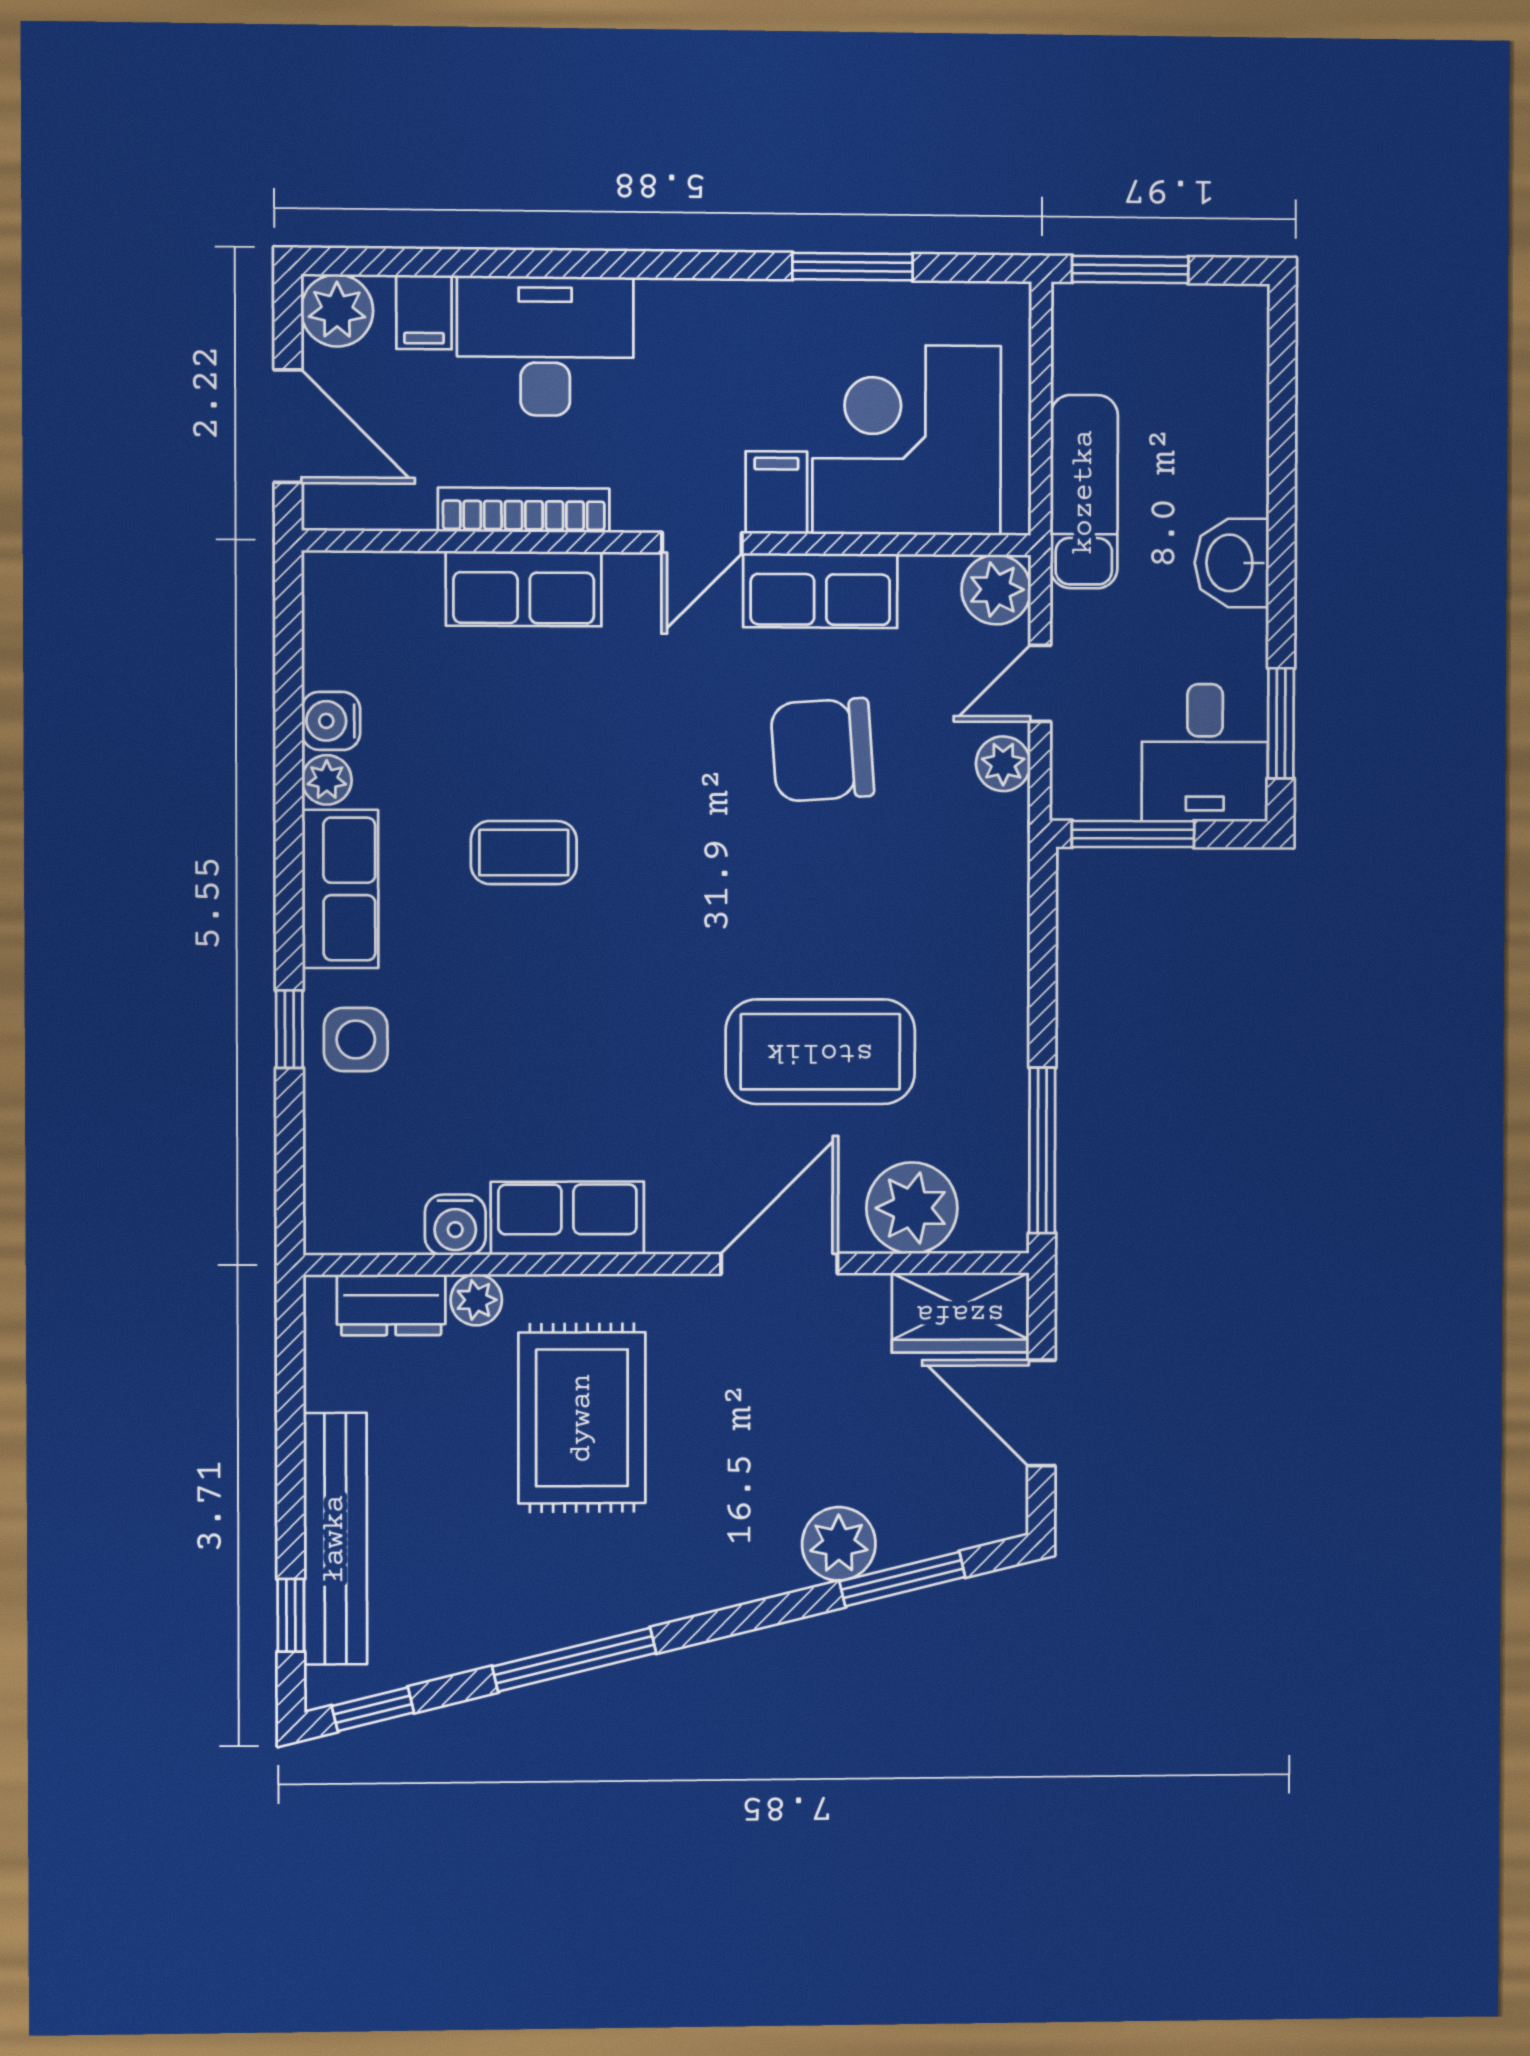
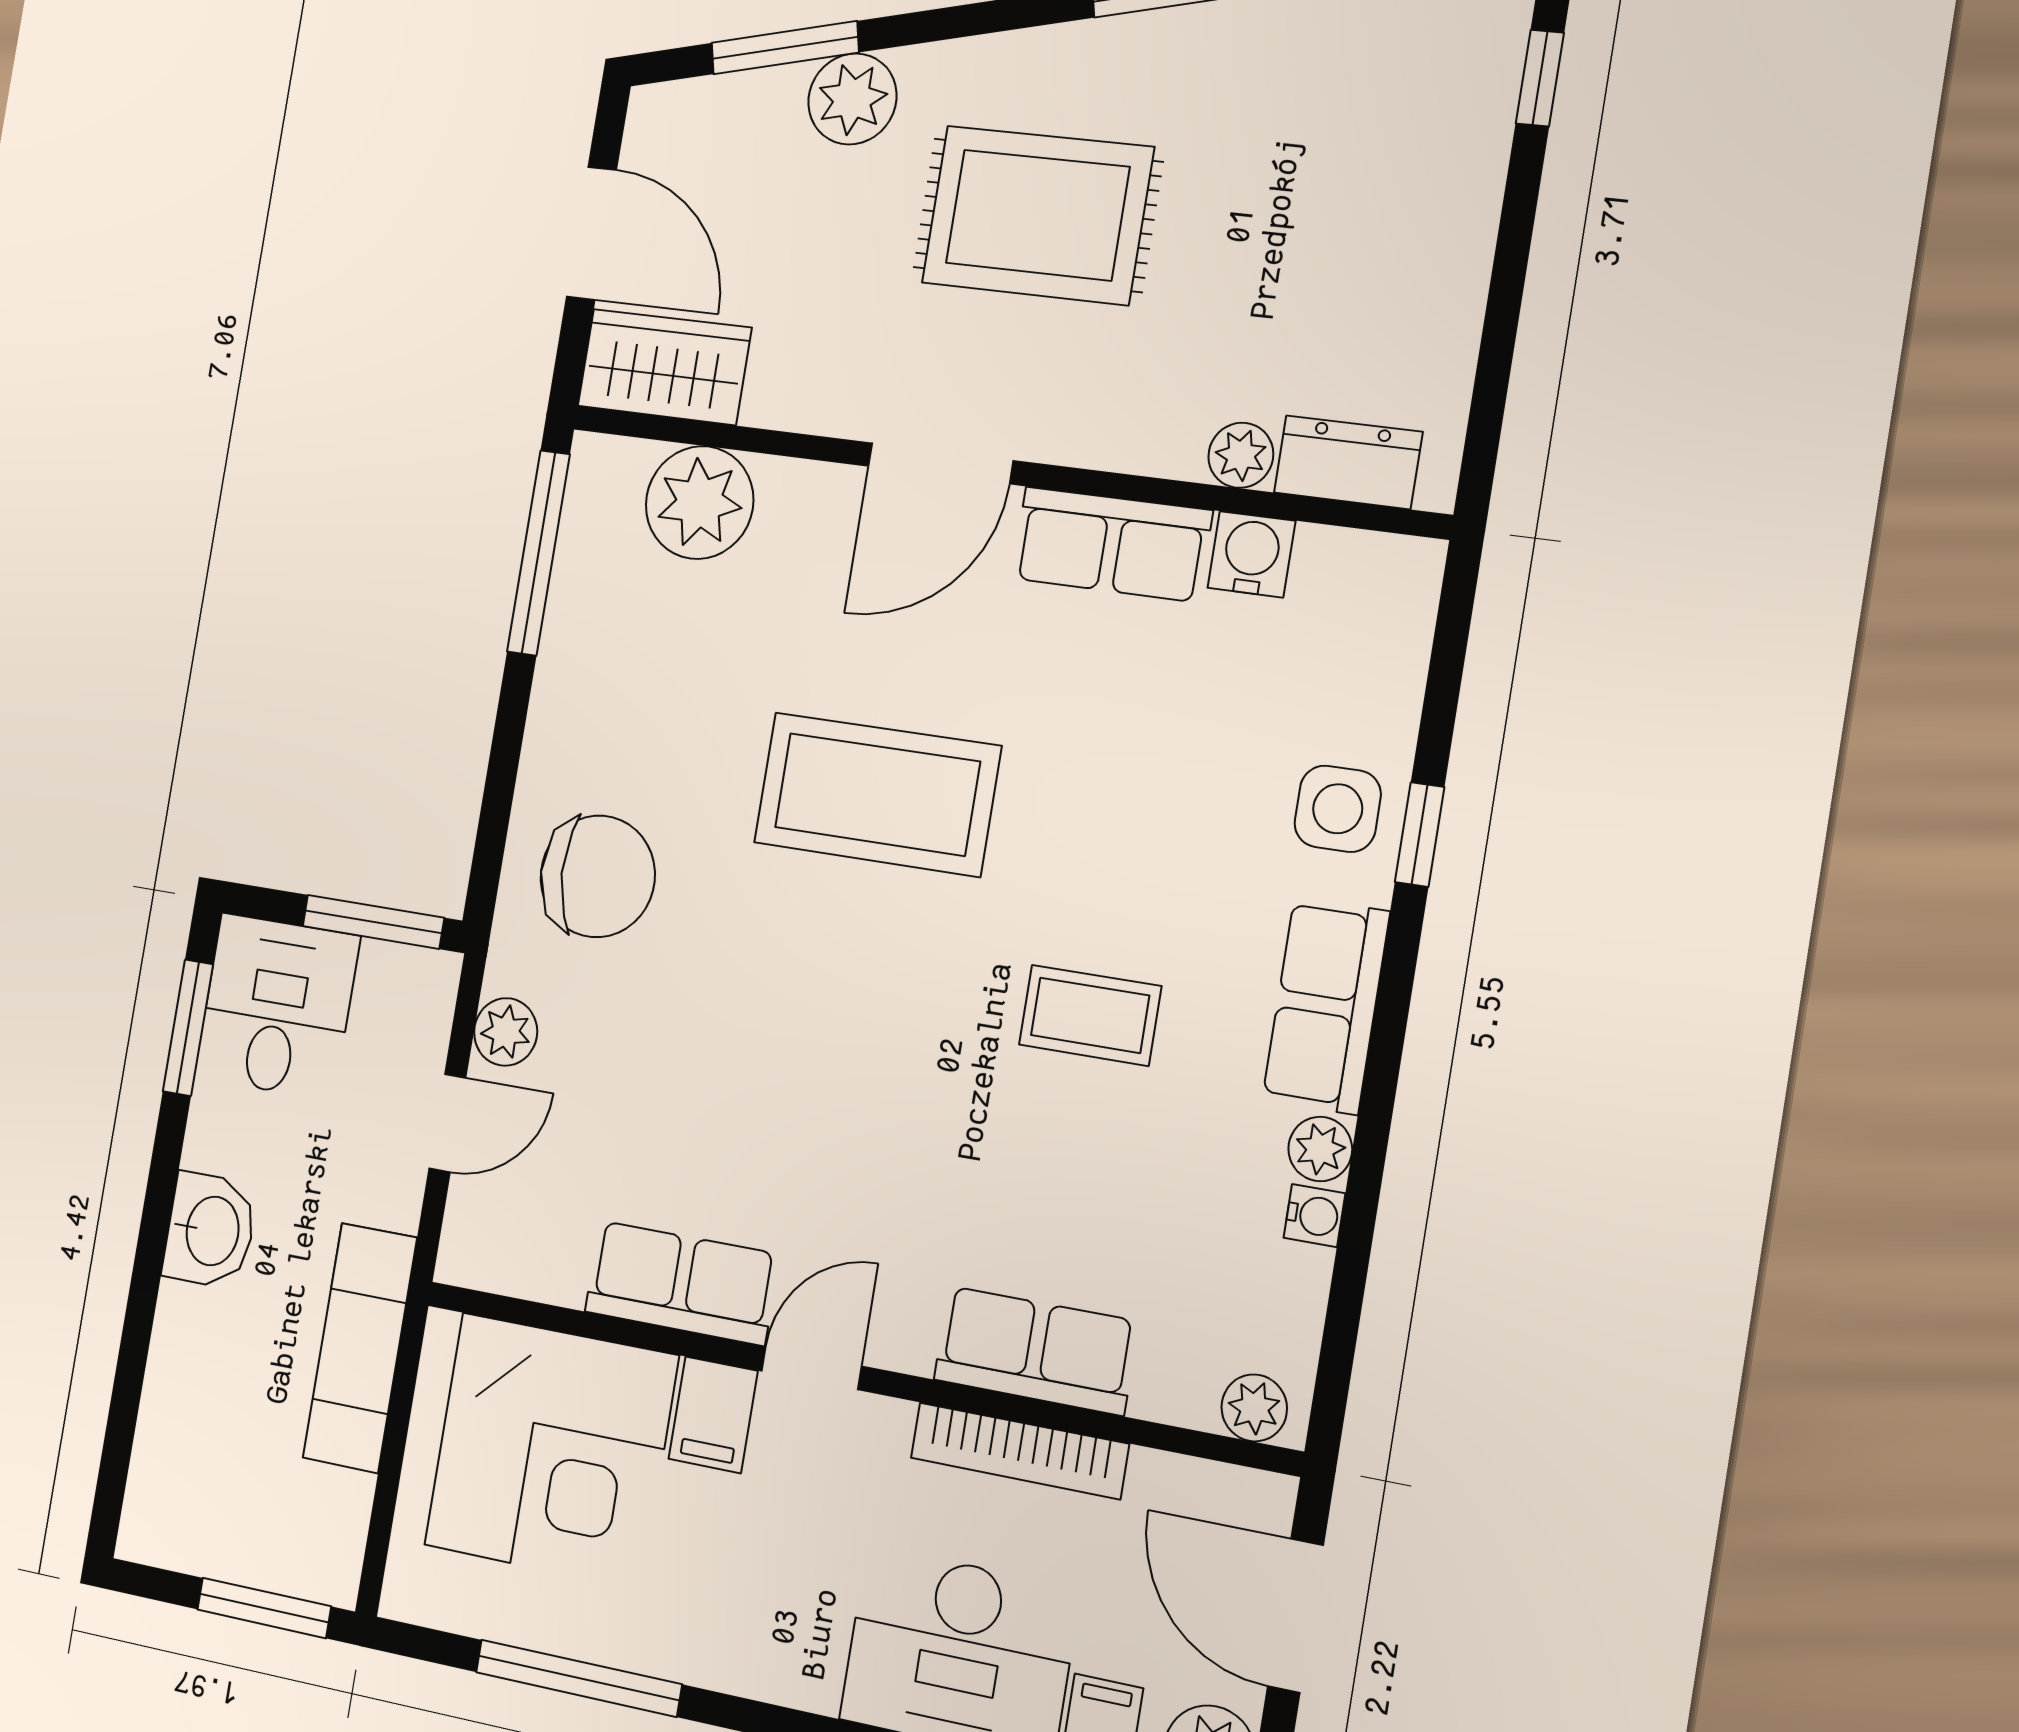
window: (853, 267) -> (578, 1678), width x1.44
plant: (996, 590) -> (1254, 1408), moved, width x0.73, depth x0.73
water cooler: (331, 721) -> (1314, 1216), width x0.72, depth x0.72
chair: (822, 750) -> (598, 876), moved
coffee table: (820, 1052) -> (877, 794), moved
door: (779, 1264) -> (940, 463), moved
rug: (582, 1418) -> (1038, 215), moved, turned 90
bench: (335, 1539) -> (1467, 171), removed

